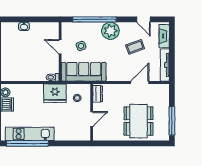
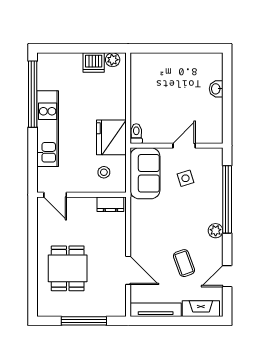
plant: (110, 31) -> (216, 231), width x0.53, depth x0.53
sofa: (84, 72) -> (145, 173), width x0.73
door: (92, 119) -> (55, 195), moved
dining table: (138, 121) -> (68, 268), width x0.73
window: (172, 121) -> (84, 321), moved
kitchen unit: (30, 134) -> (48, 129), moved

